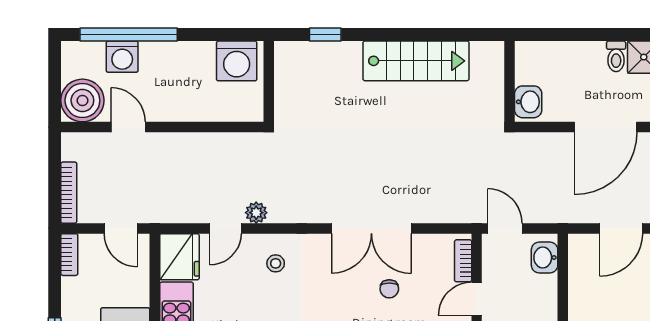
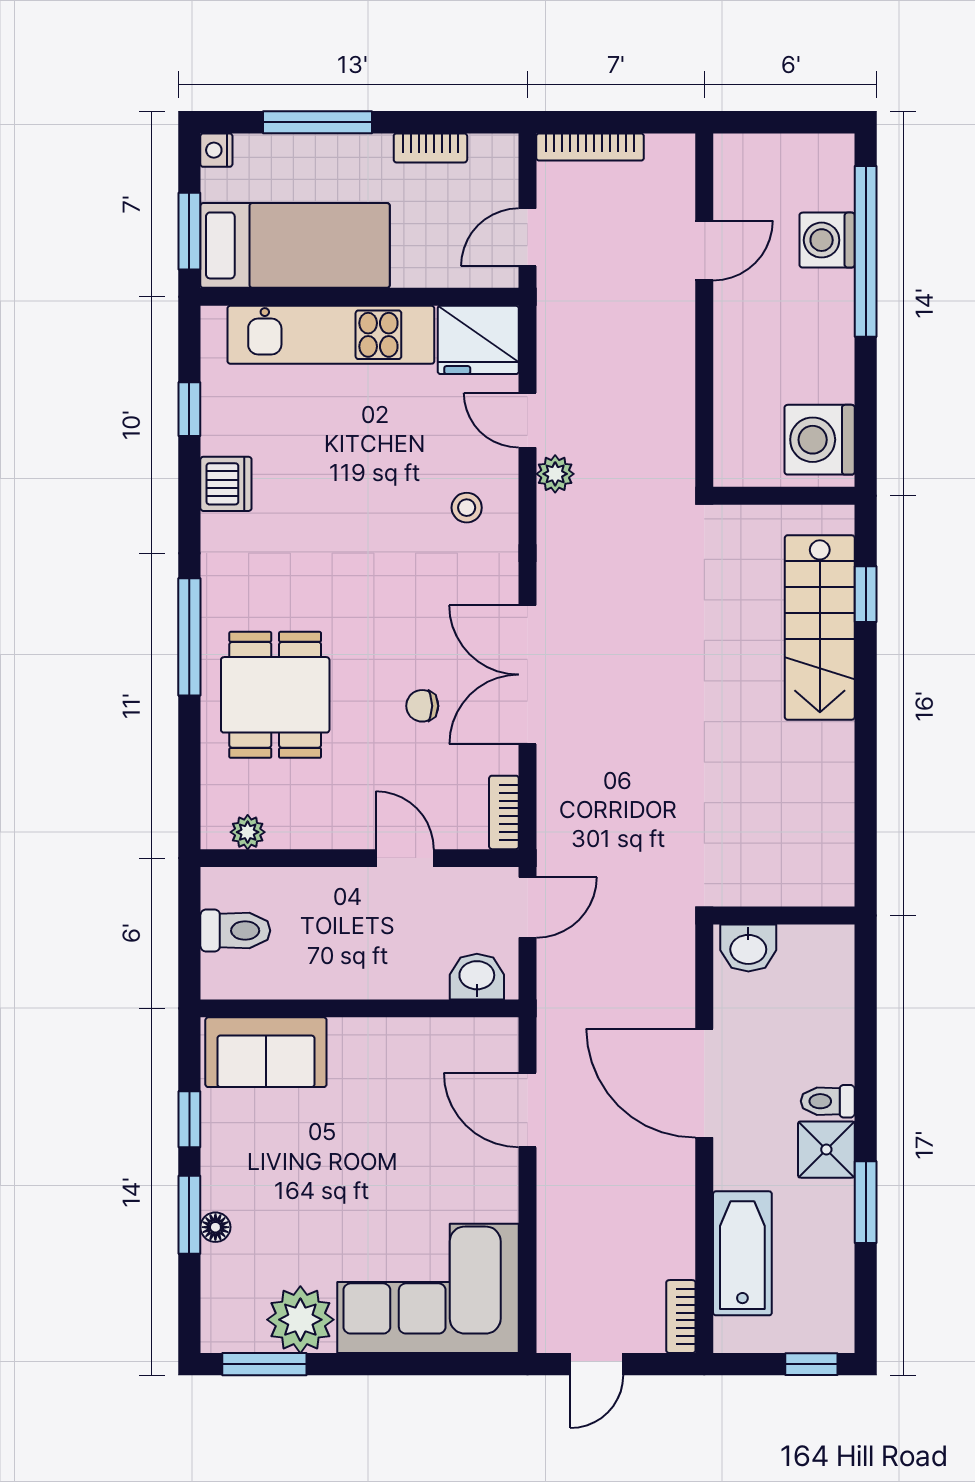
stairs: (416, 61) -> (820, 627), moved
boiler: (82, 100) -> (751, 171), removed
bookcase: (69, 255) -> (430, 148), moved
bookcase: (463, 261) -> (504, 812), moved, turned -90

